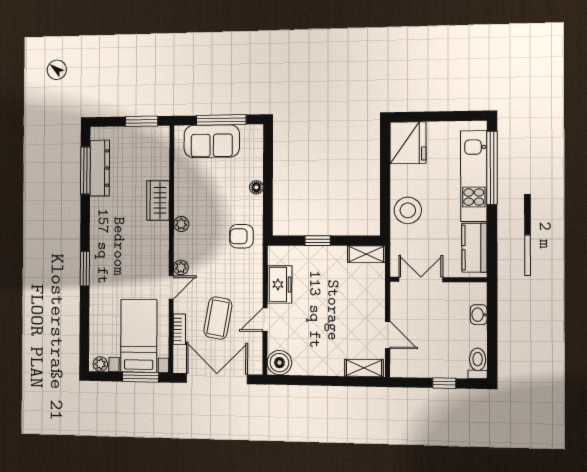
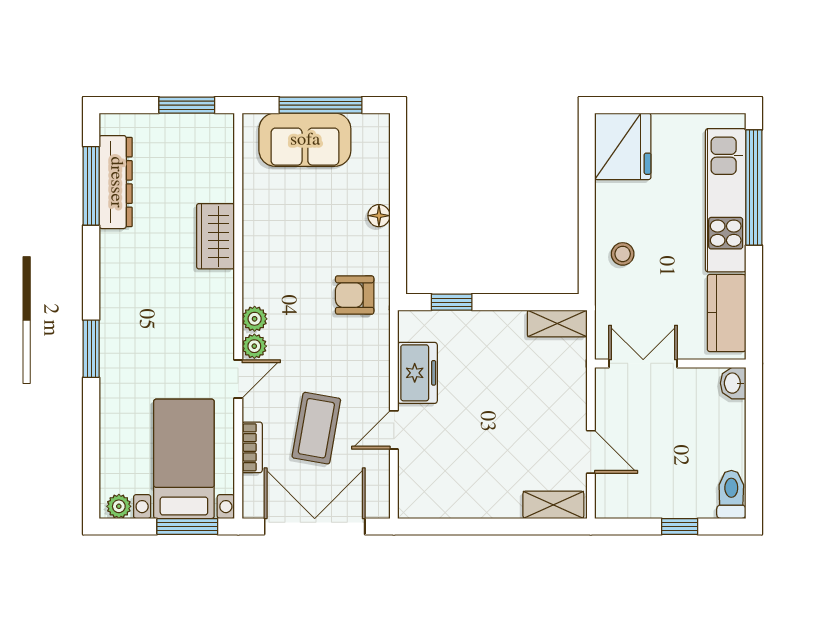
stool: (408, 210) -> (623, 254), width x0.53, depth x0.53
plant: (181, 224) -> (255, 319), moved
window: (318, 241) -> (452, 302), moved
washbasin: (479, 315) -> (733, 383), moved
boiler: (279, 363) -> (417, 499), removed

